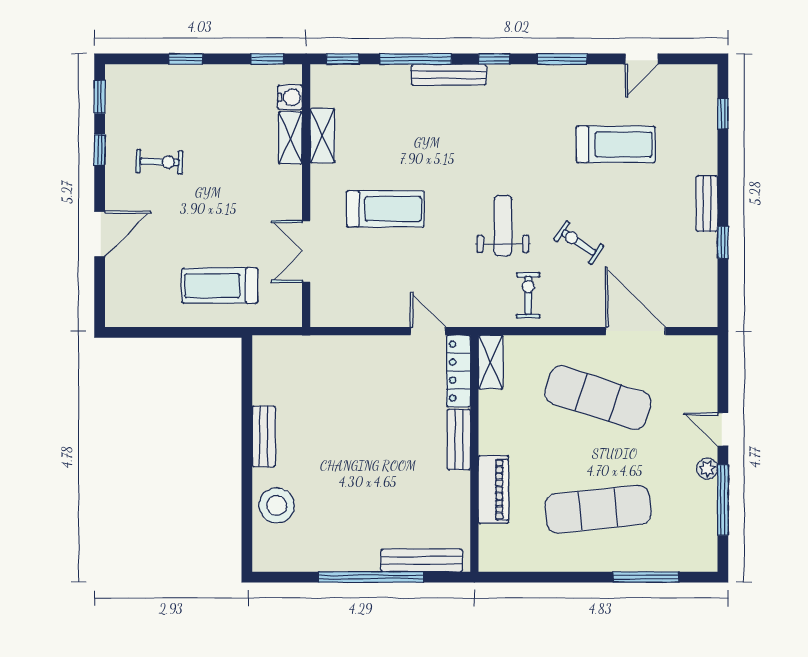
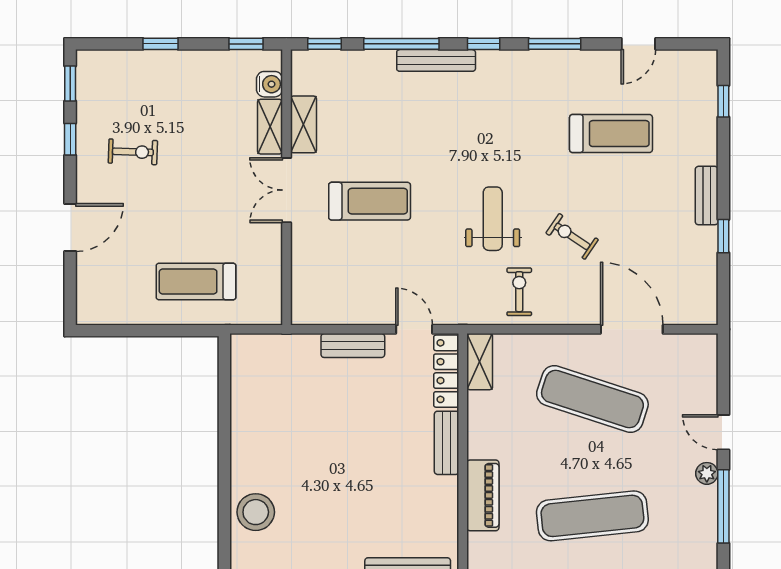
double door: (306, 251) -> (286, 190), moved
bench: (264, 436) -> (353, 346), moved, turned 90

